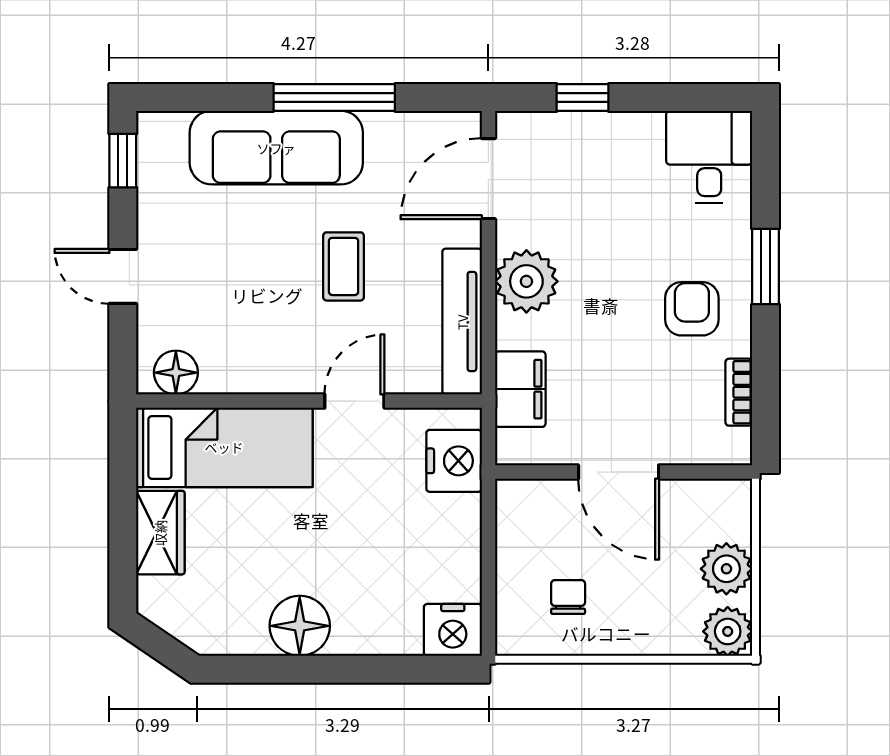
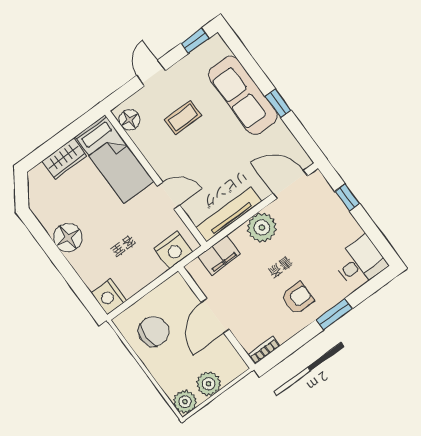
window: (334, 97) -> (278, 103), width x0.46
coffee table: (344, 266) -> (183, 118), moved
bookcase: (739, 392) -> (264, 350), moved
chair: (568, 597) -> (154, 331), width x1.87, depth x1.87

